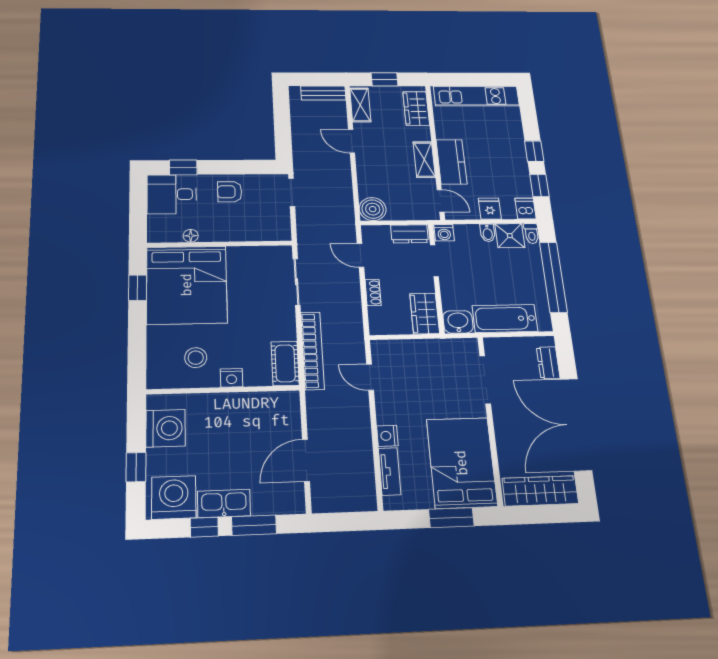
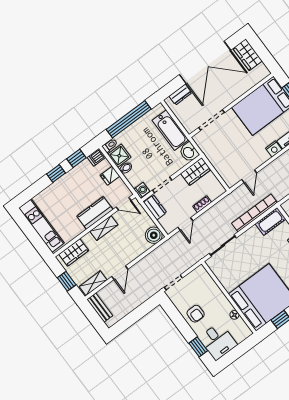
door: (441, 201) -> (124, 204), swing flipped
wardrobe: (540, 491) -> (248, 55), width x0.67

